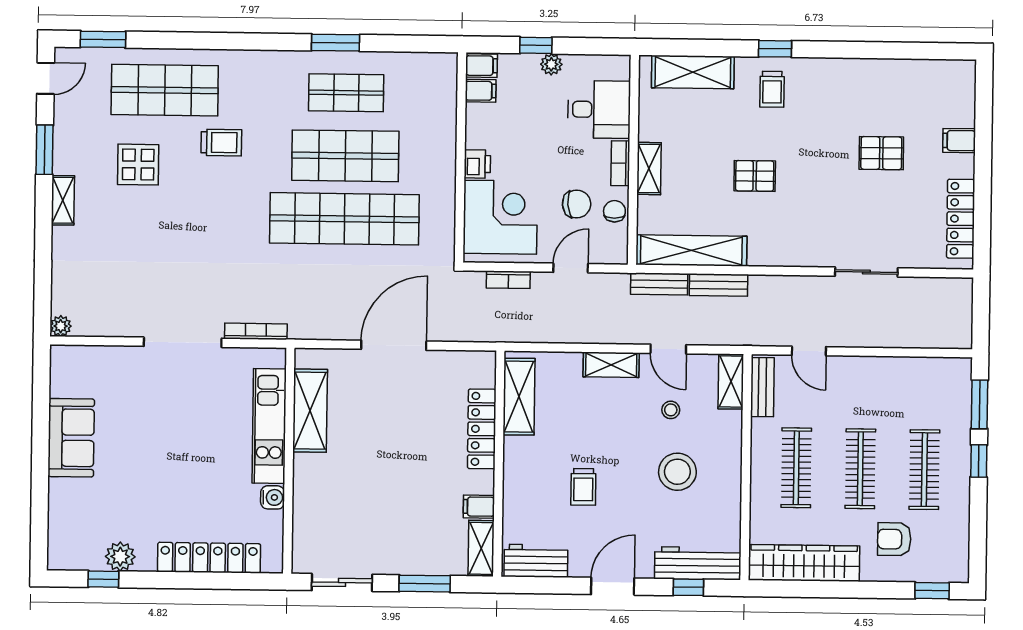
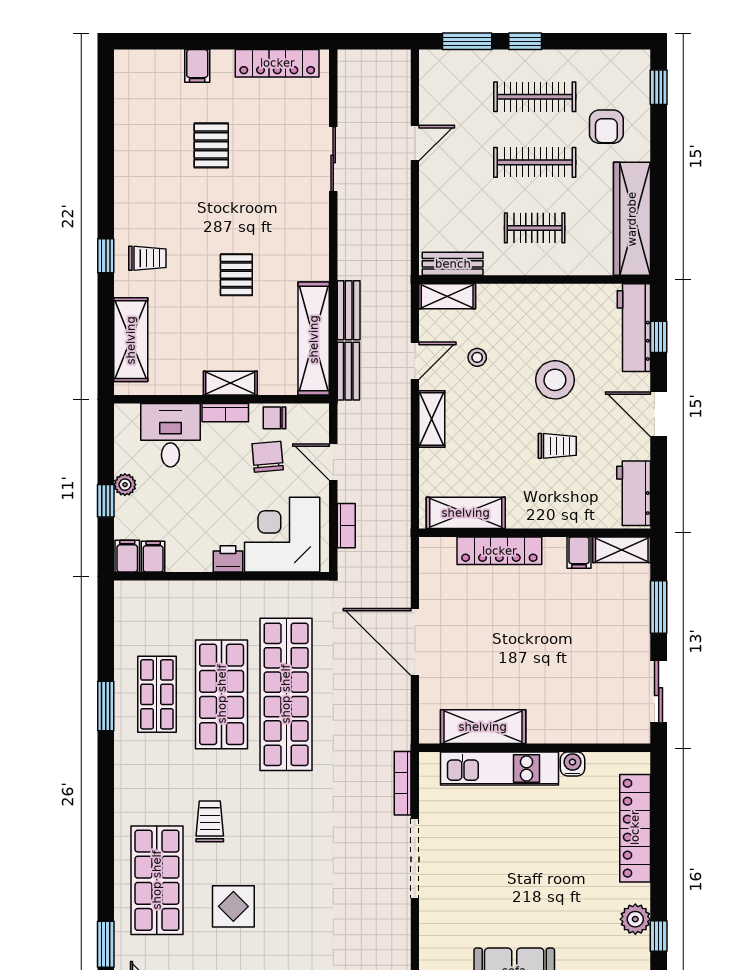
door: (809, 351) -> (415, 143), moved
clothes rail: (796, 468) -> (535, 228), width x0.73
stool: (677, 472) -> (555, 380), moved

